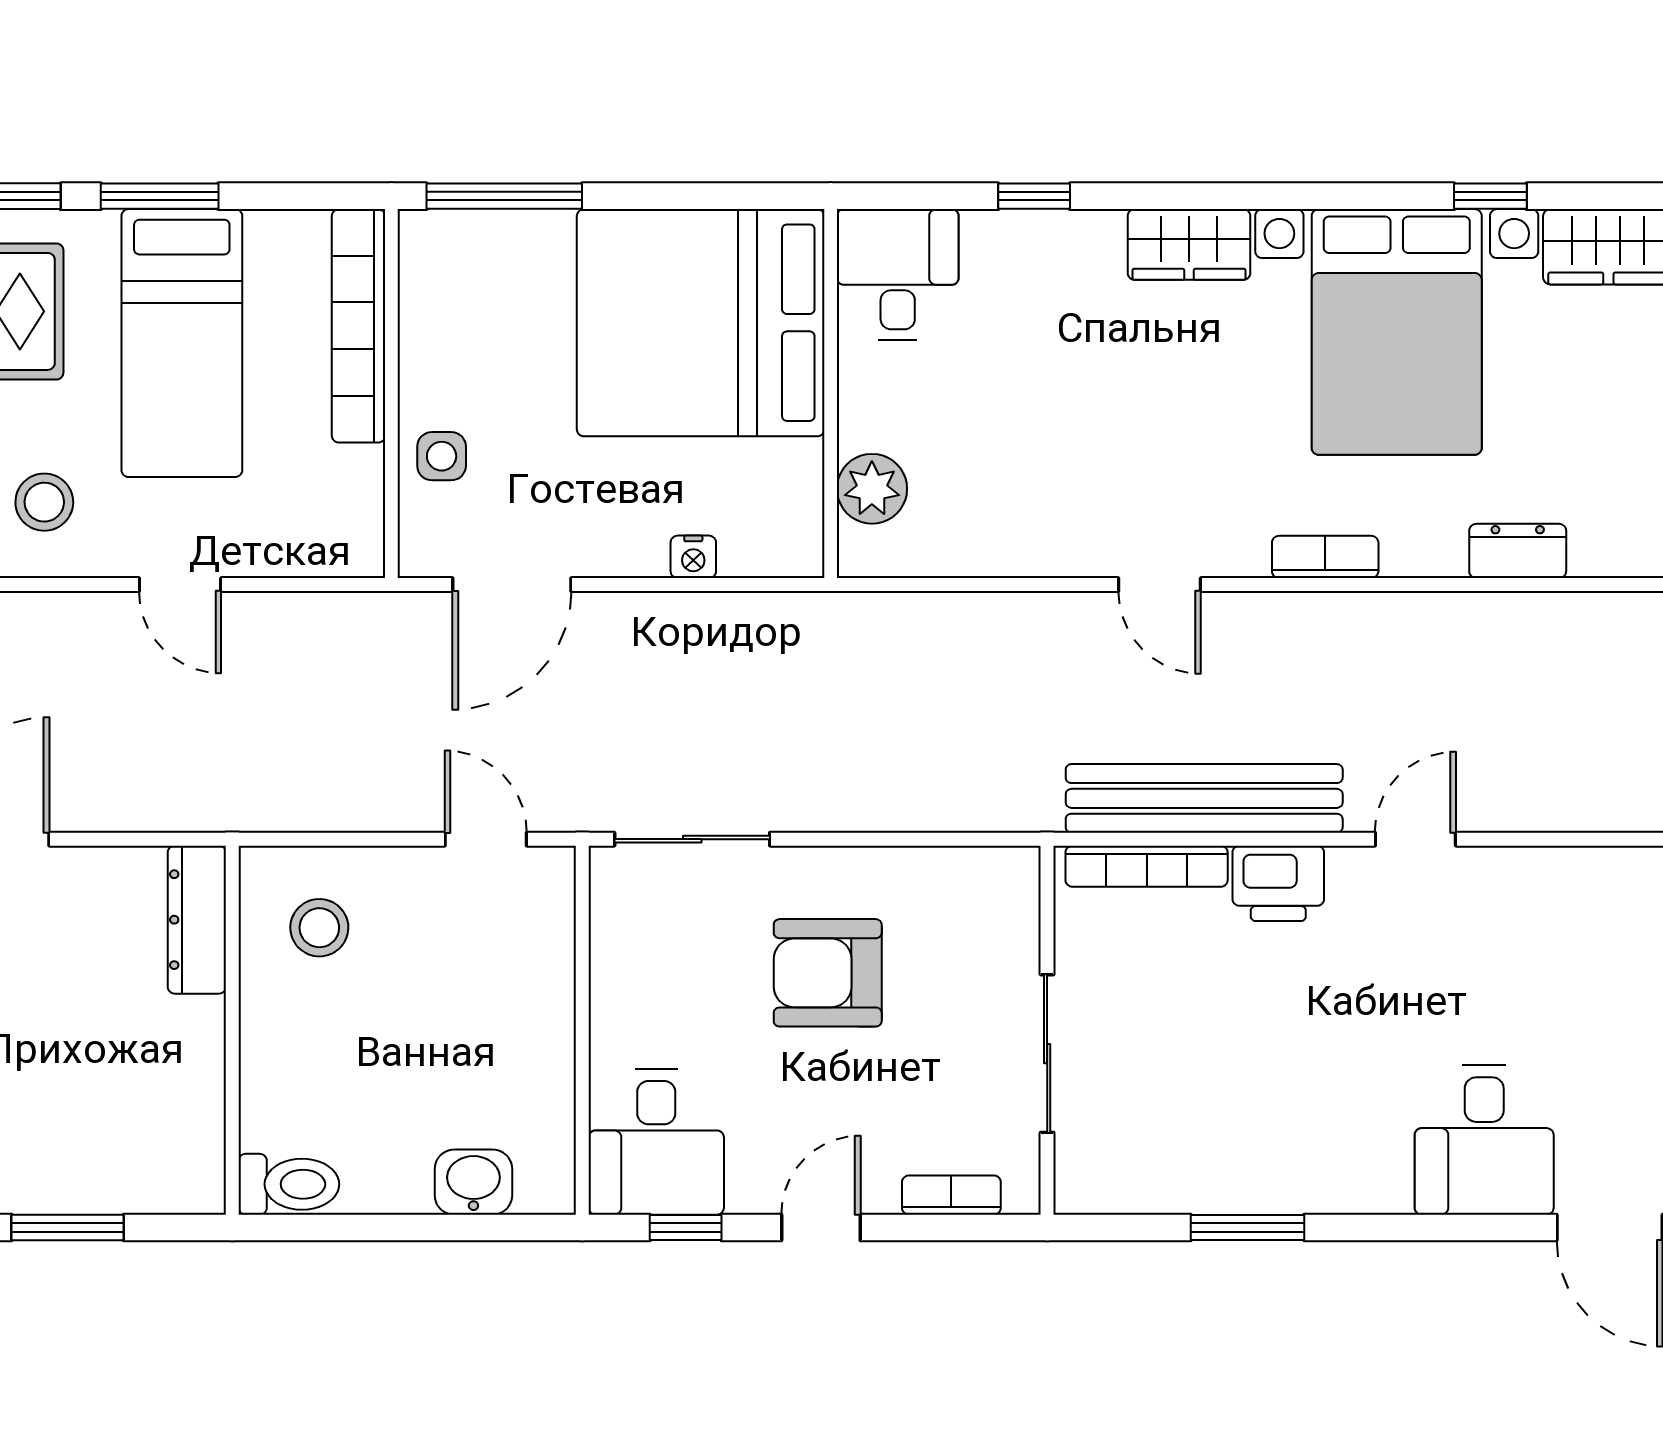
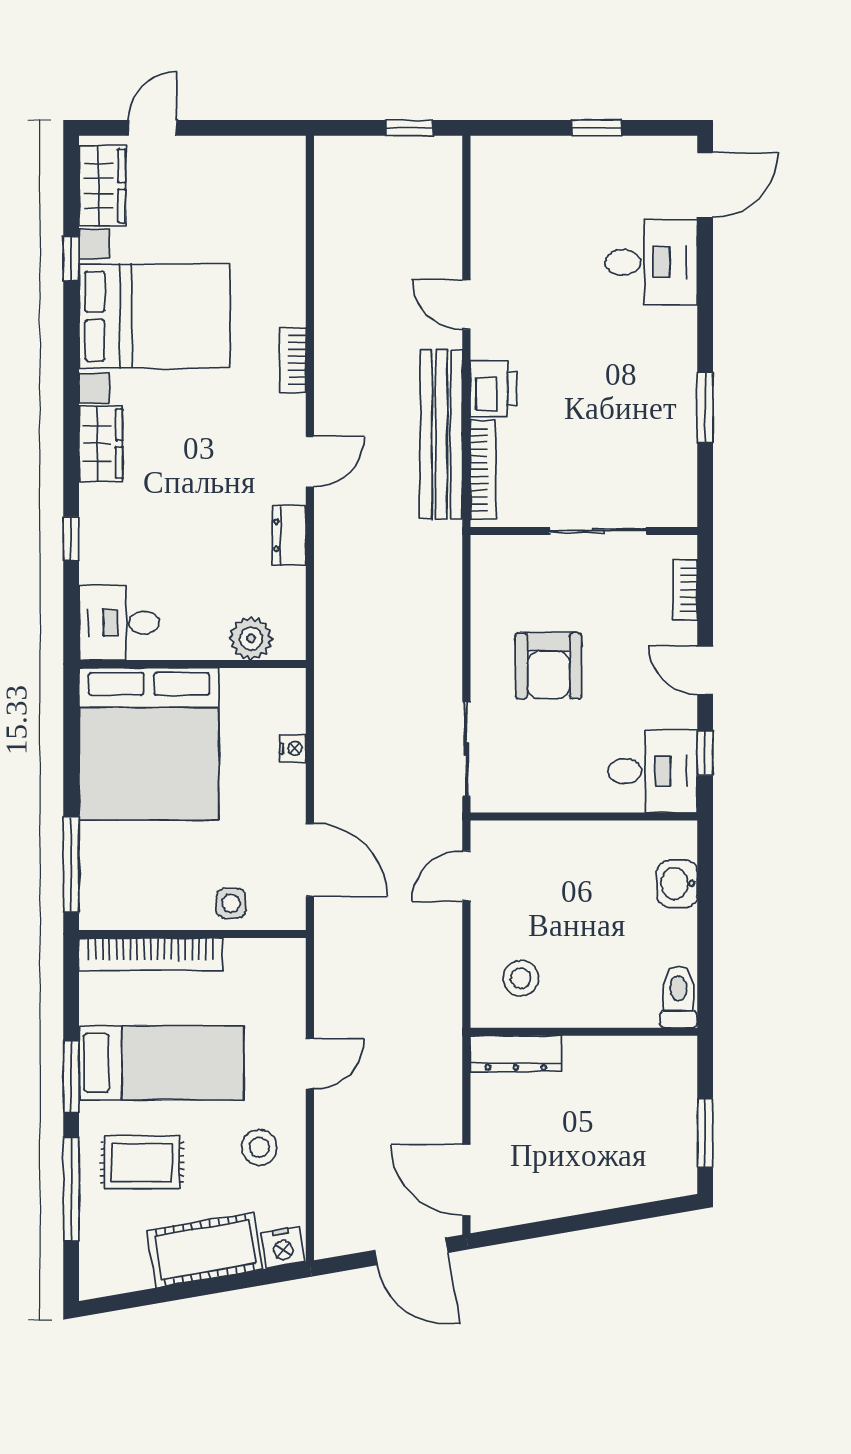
dresser: (1518, 551) -> (289, 535), moved

